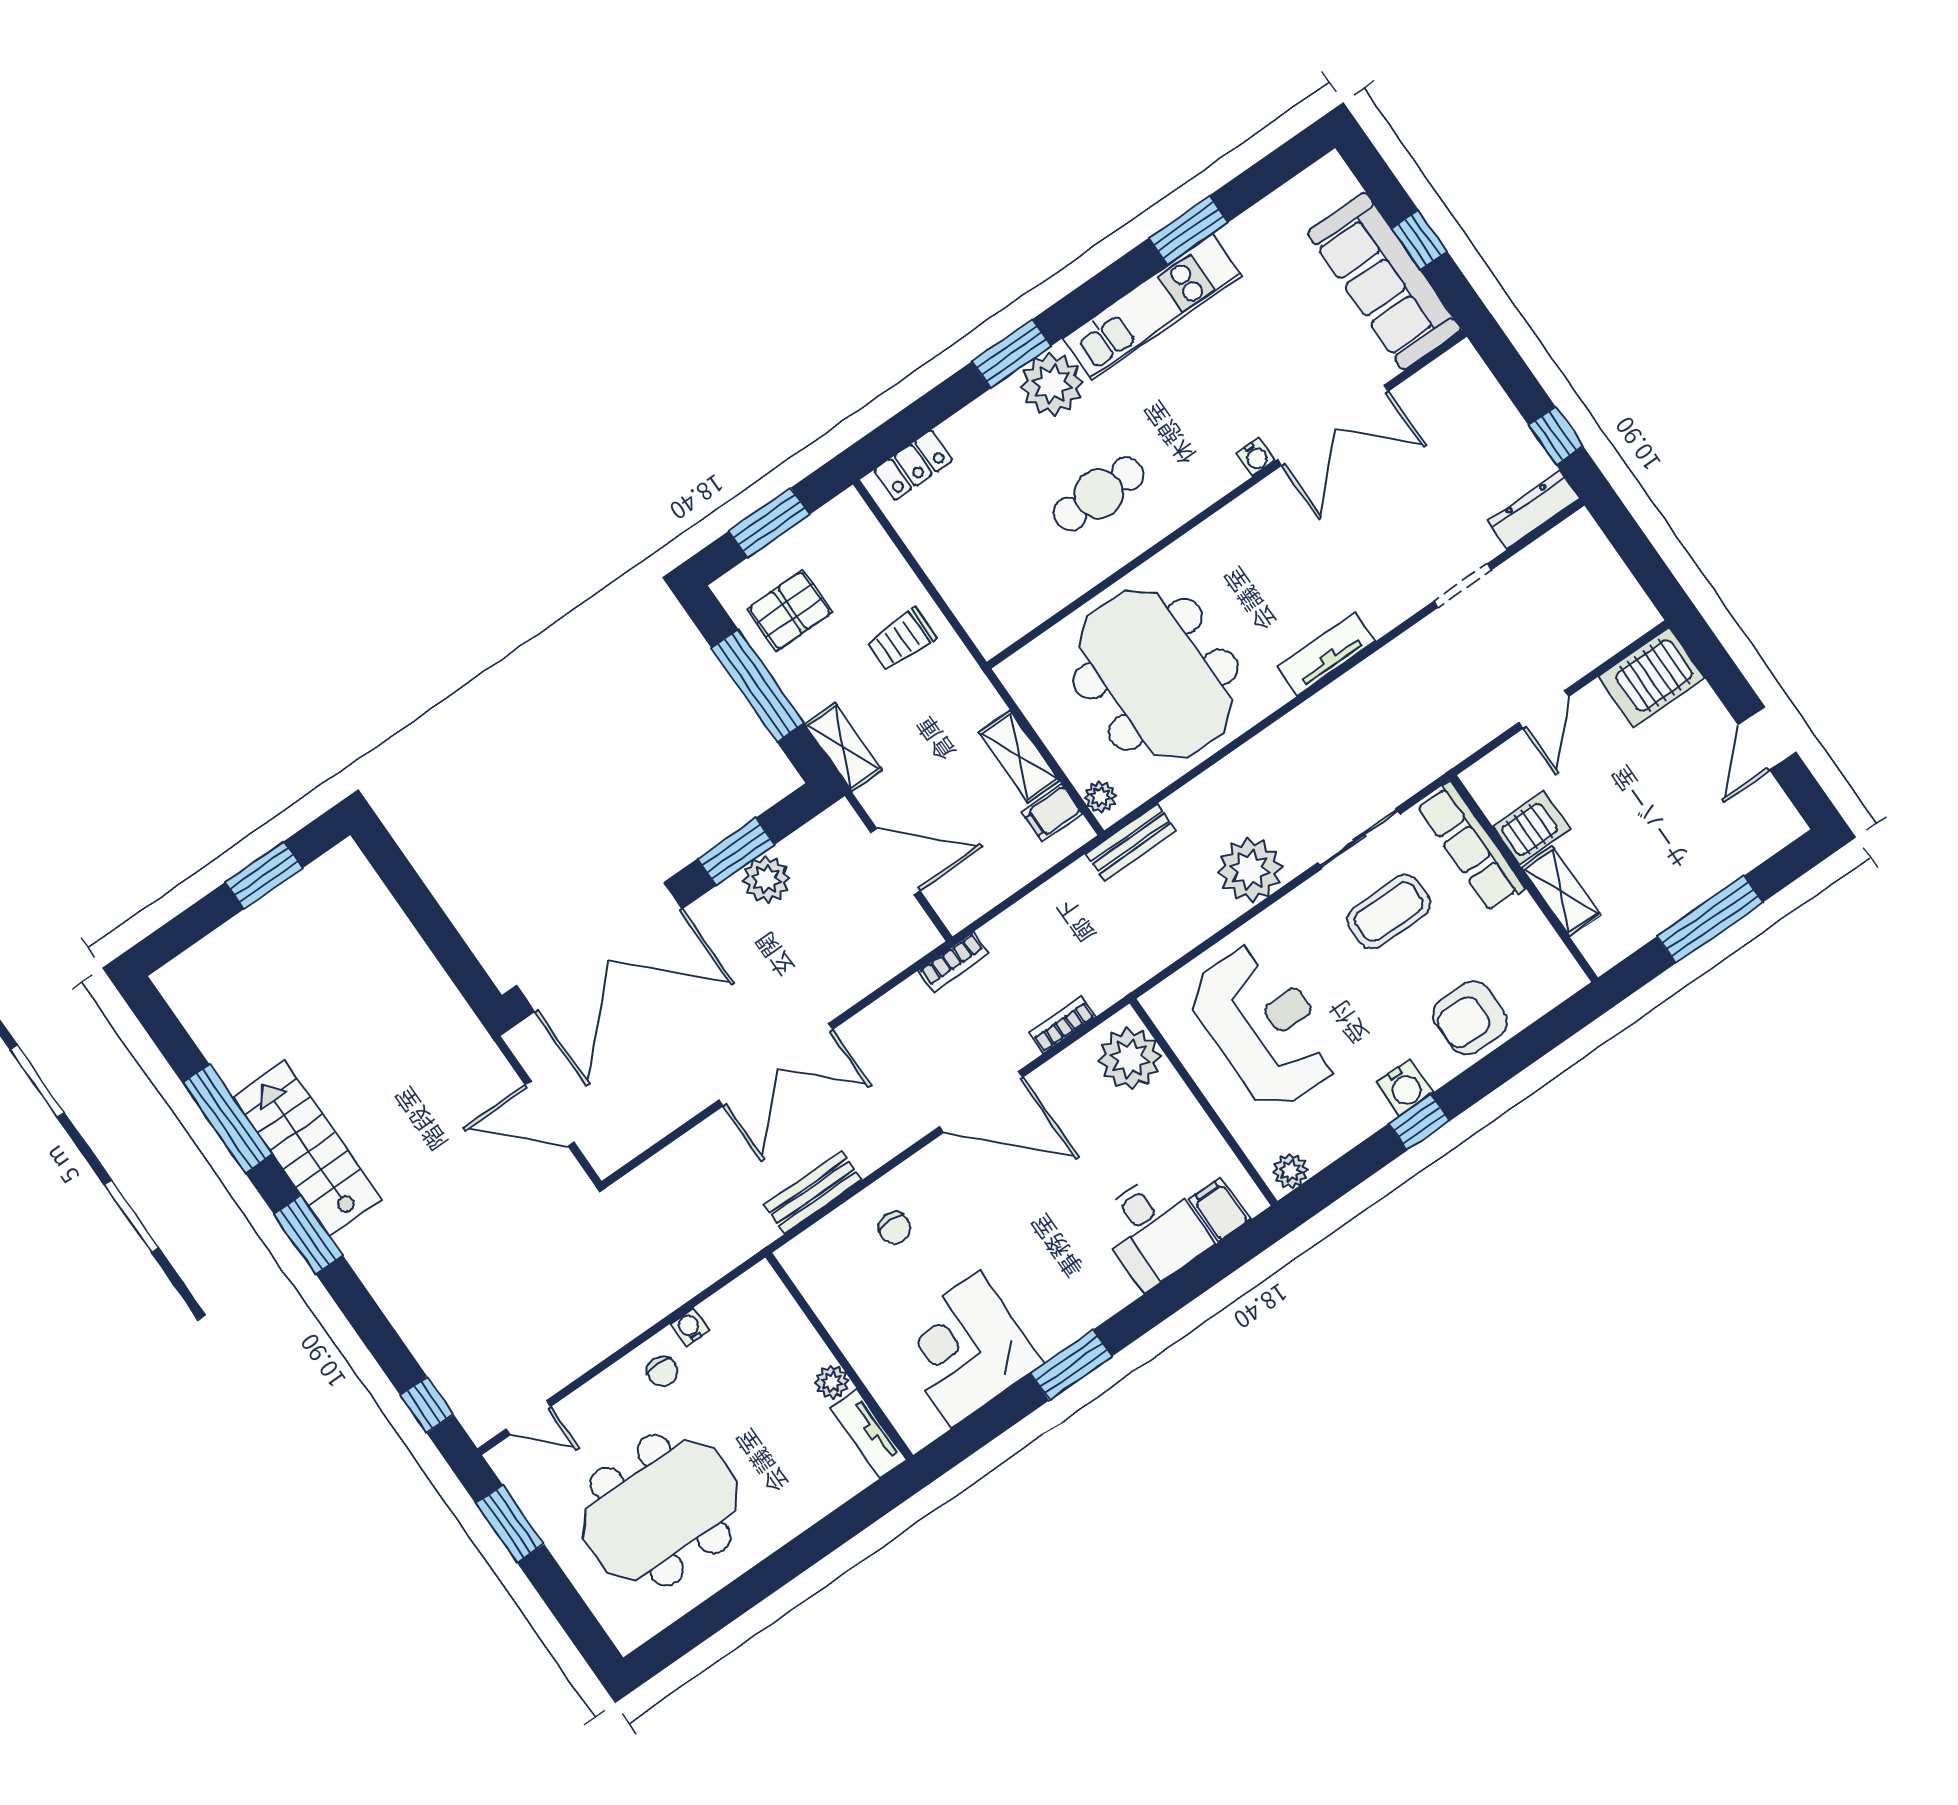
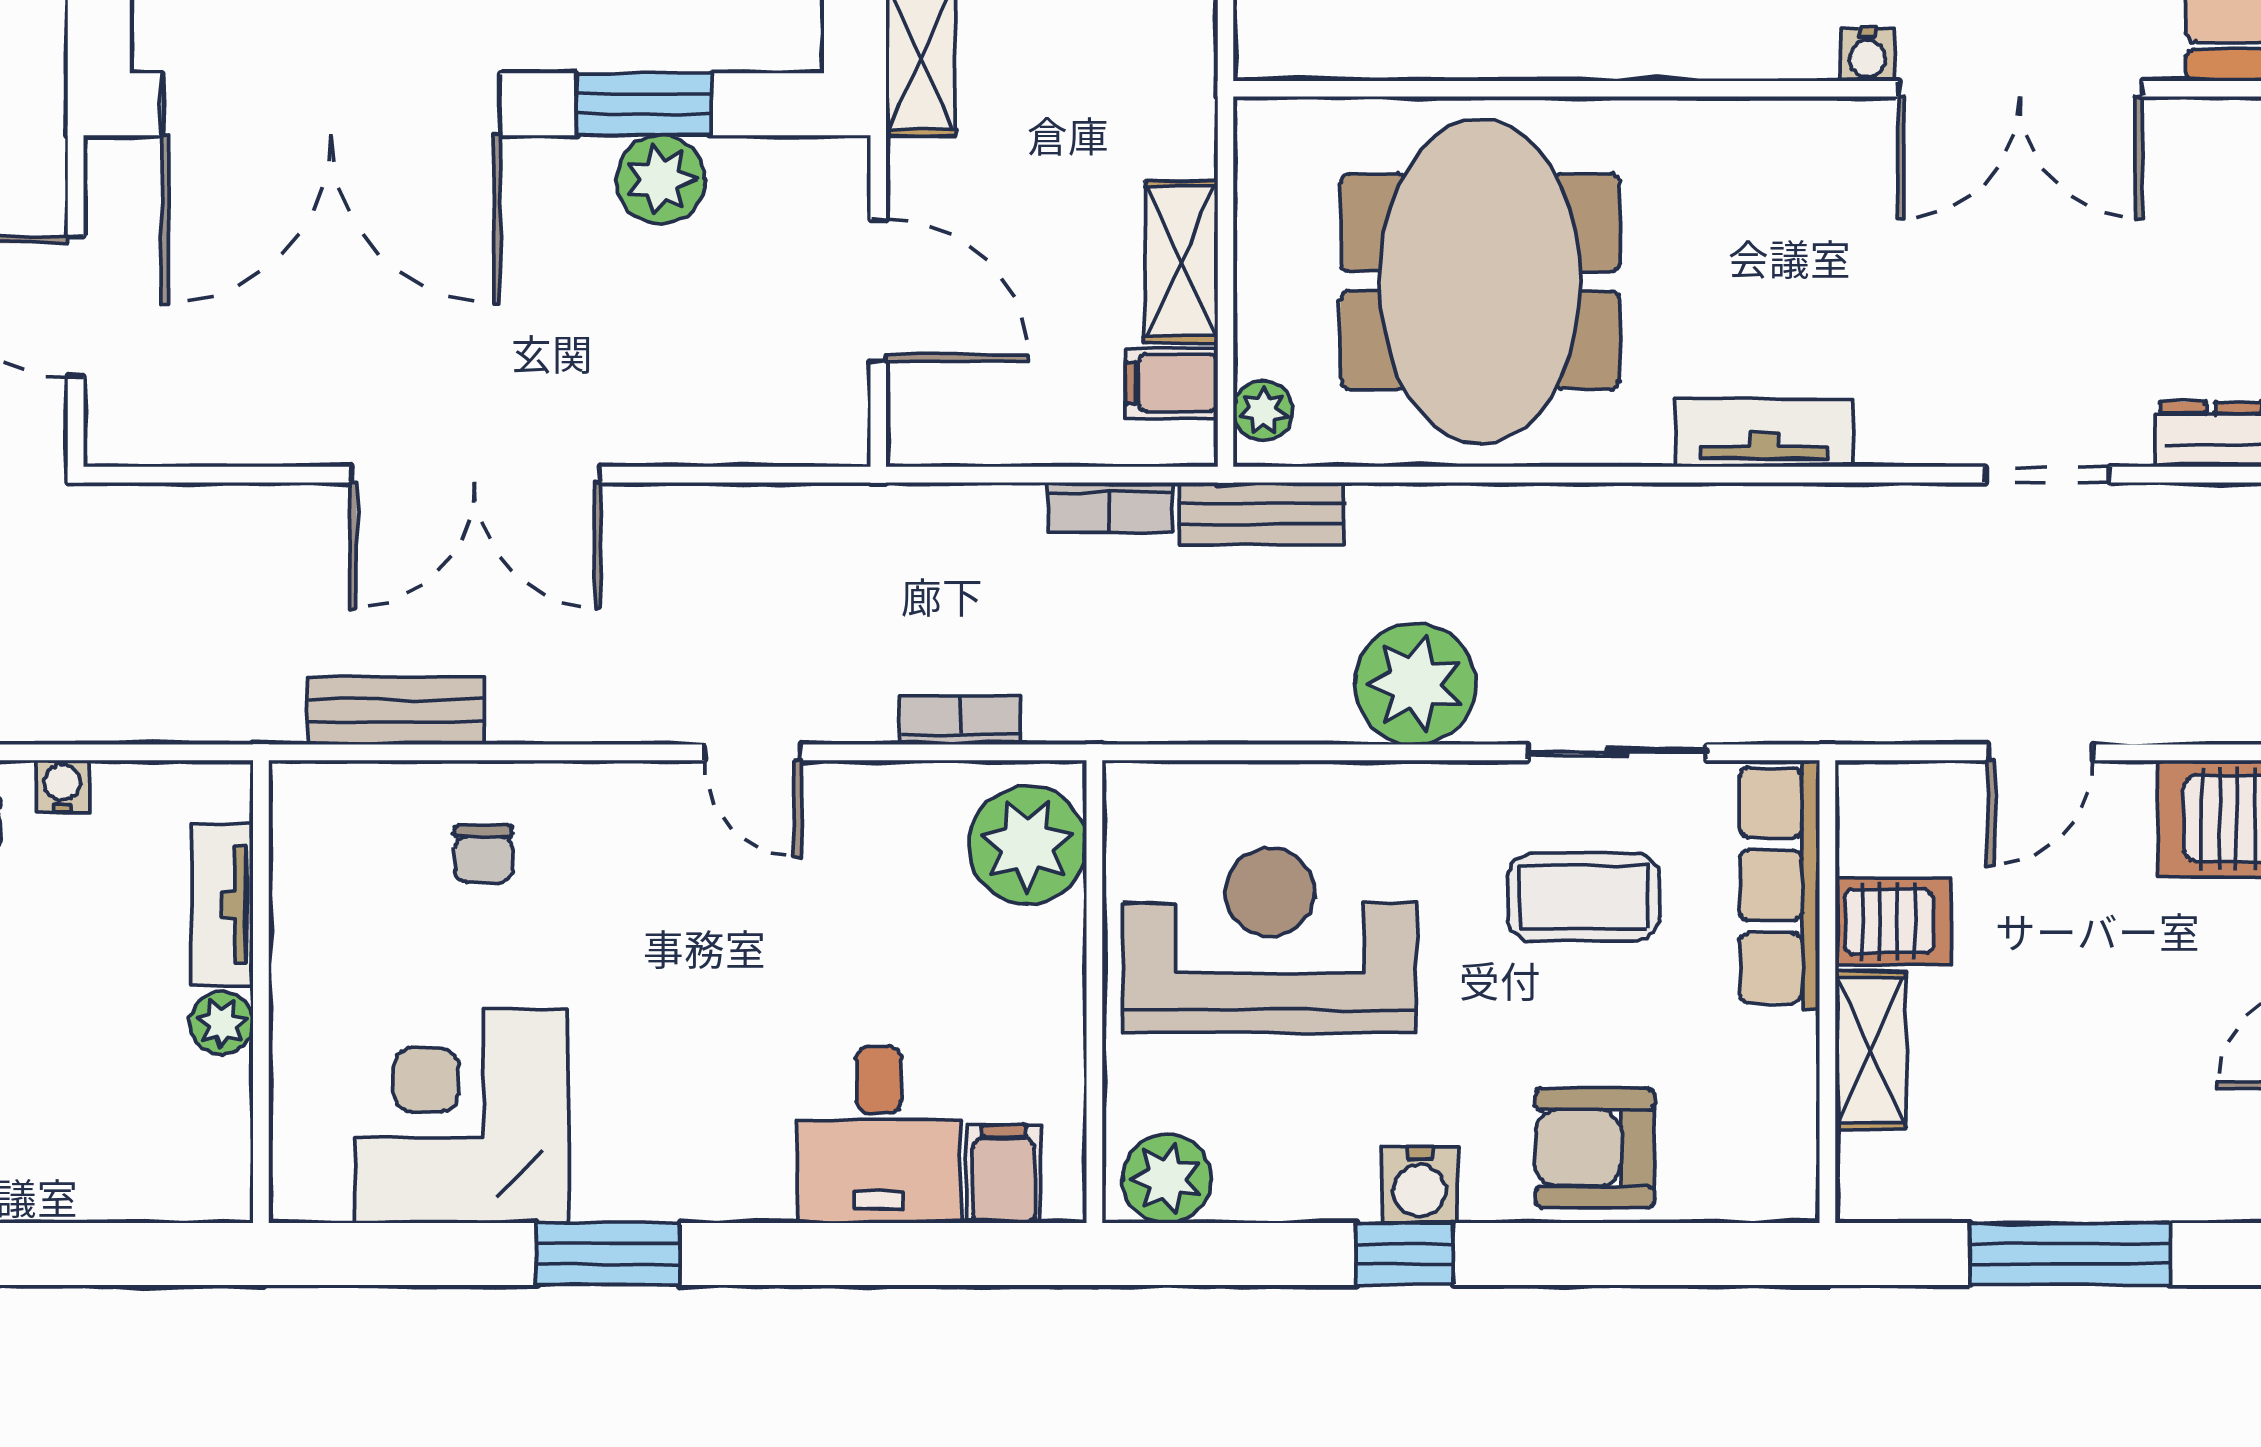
bookcase: (953, 962) -> (1110, 507), moved
reception desk: (1265, 1026) -> (1270, 940), turned -90
door: (981, 1102) -> (753, 752), width x0.53
plant: (1291, 1171) -> (1167, 1179), width x1.38, depth x1.38
tv unit: (868, 1434) -> (222, 905), moved

